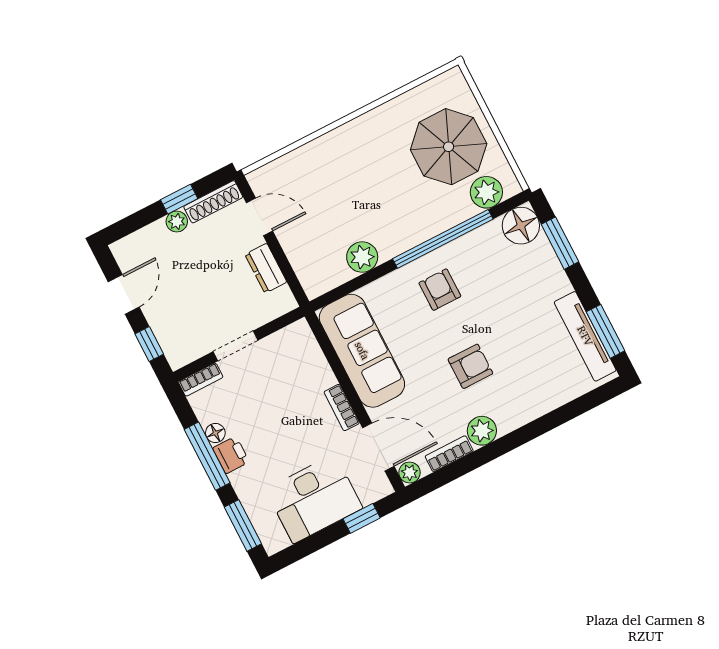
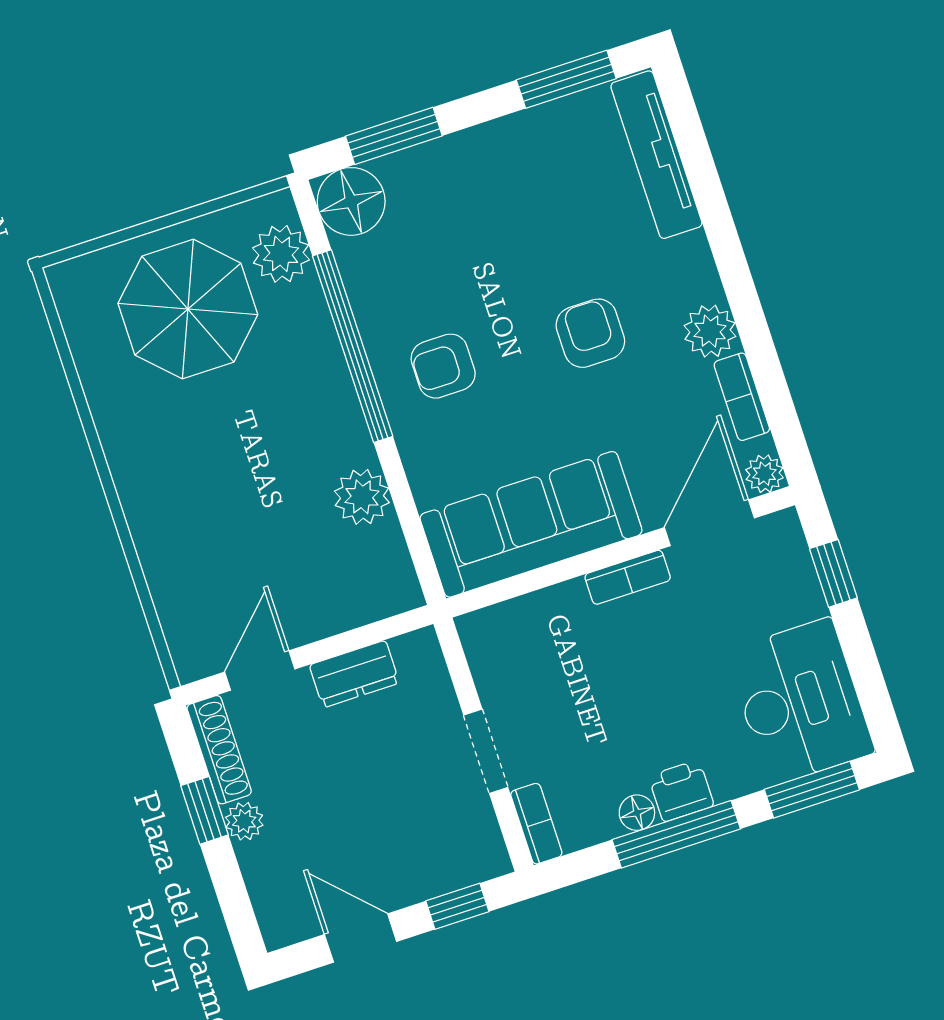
tv unit: (585, 336) -> (656, 155), moved, turned 90
desk: (314, 499) -> (800, 702), moved

